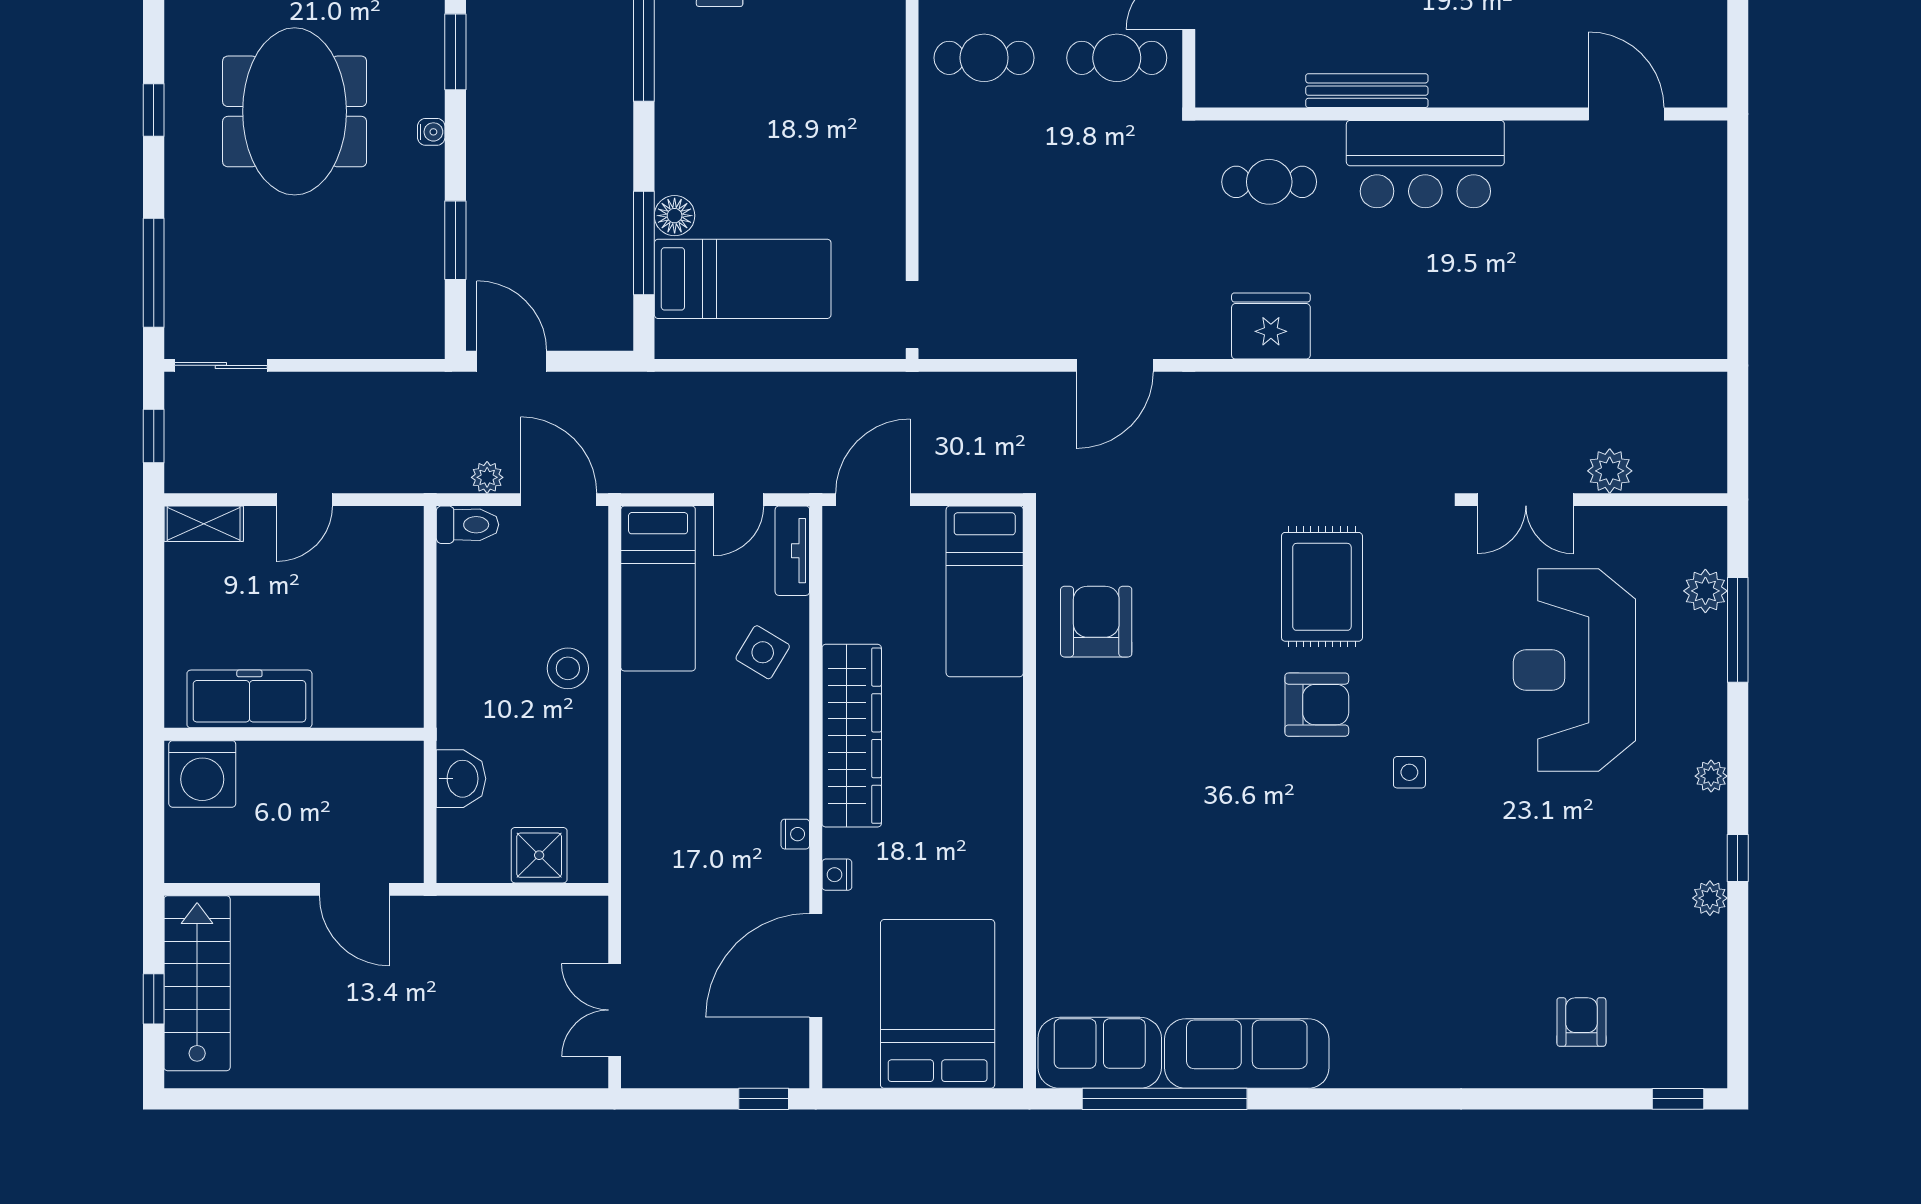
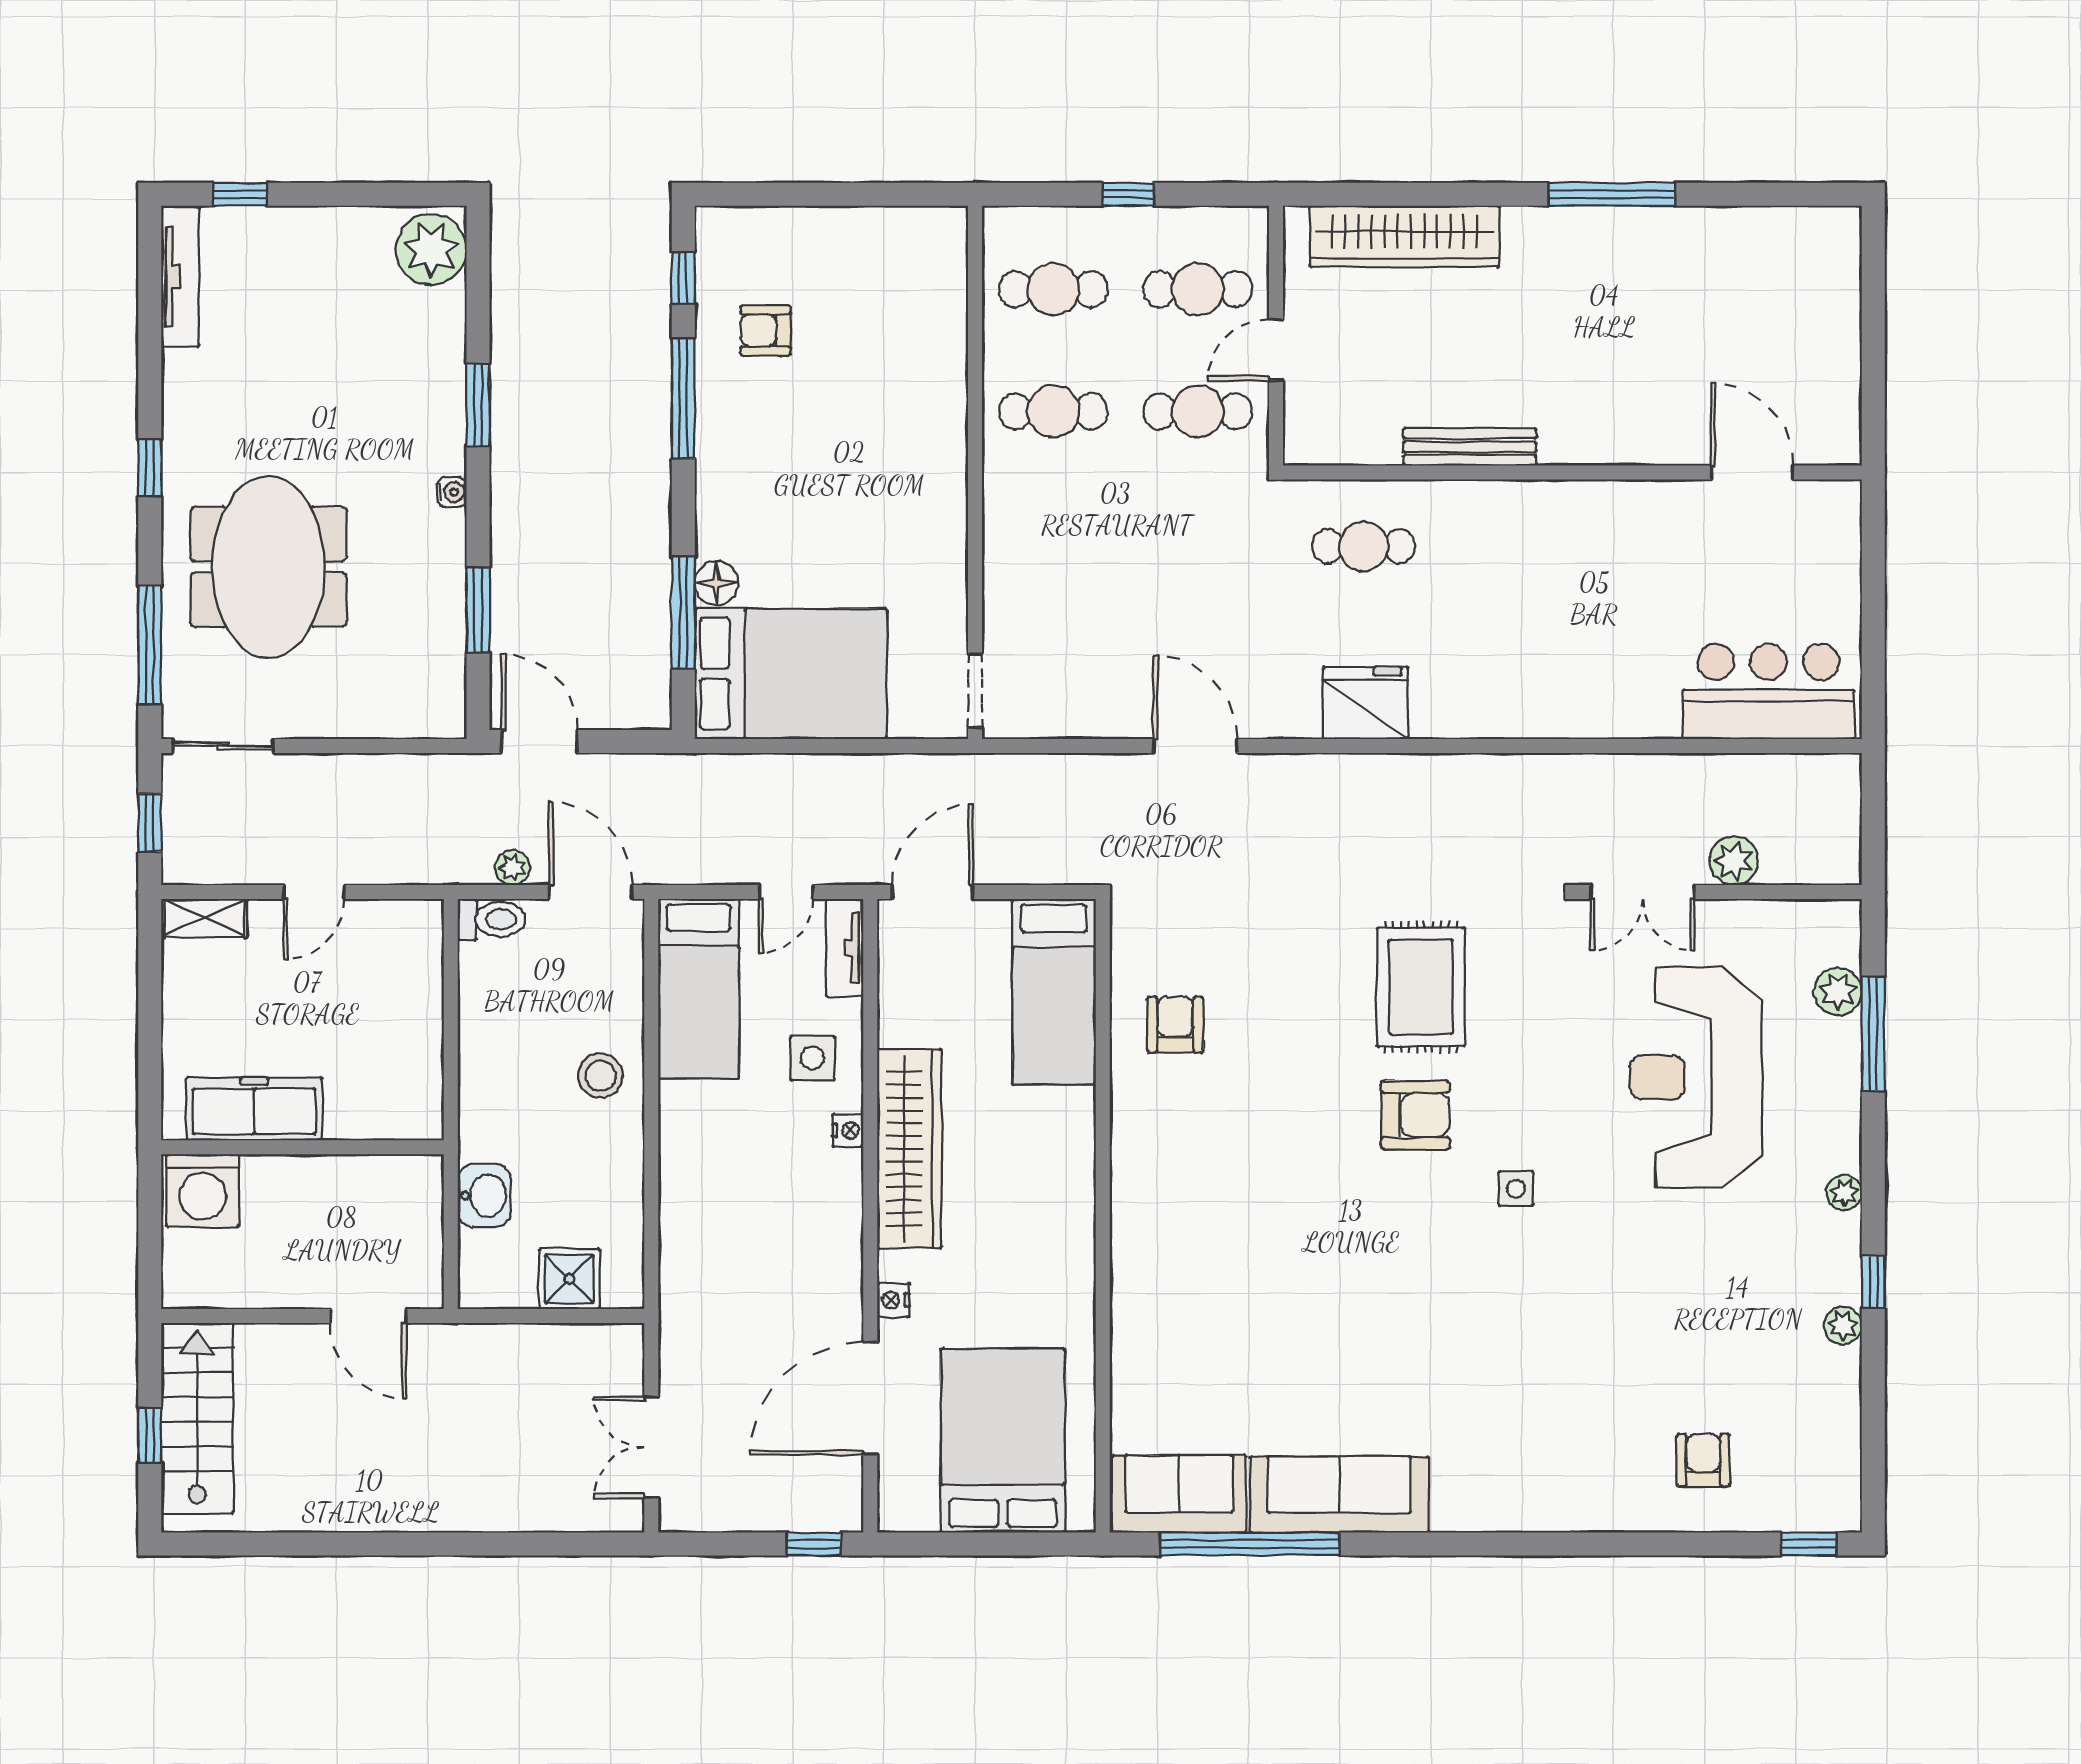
meeting table: (295, 111) -> (268, 567), moved
bar counter: (1425, 164) -> (1768, 691), moved, turned 180
bed: (743, 279) -> (791, 673), width x1.50
door: (1115, 365) -> (1195, 746), swing flipped
armchair: (1096, 622) -> (1175, 1025), width x0.72, depth x0.72
side table: (763, 652) -> (812, 1058), turned -31
nightstand: (795, 834) -> (848, 1130), moved

